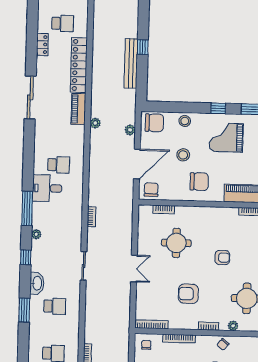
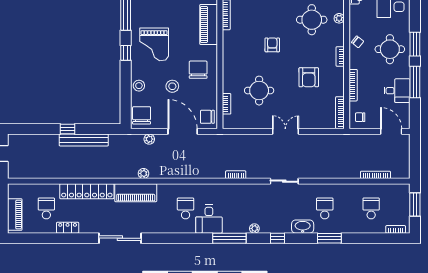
piano: (78, 109) -> (136, 193), width x1.37, depth x1.33
plant: (233, 326) -> (339, 18), moved

